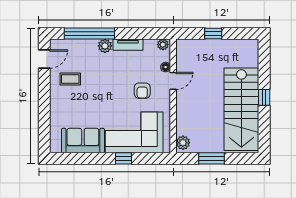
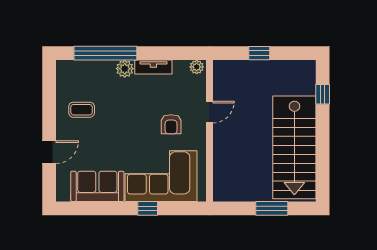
door: (44, 59) -> (49, 152), moved
floor lamp: (166, 67) -> (200, 95), removed
window: (264, 97) -> (323, 94), moved
plant: (183, 143) -> (222, 189), removed
window: (212, 158) -> (272, 208), moved

